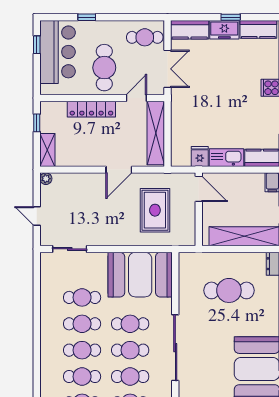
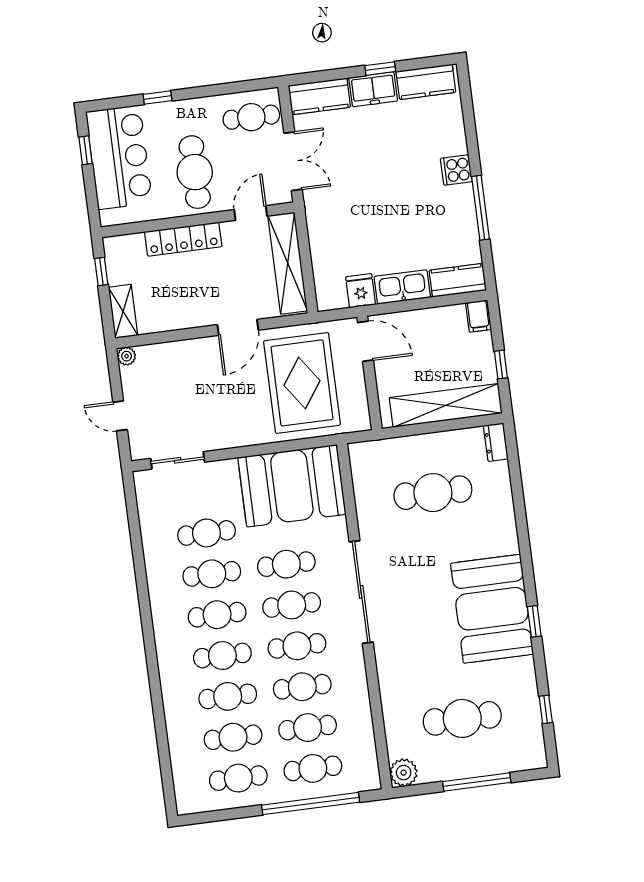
rug: (155, 210) -> (302, 383), width x1.37, depth x1.44

